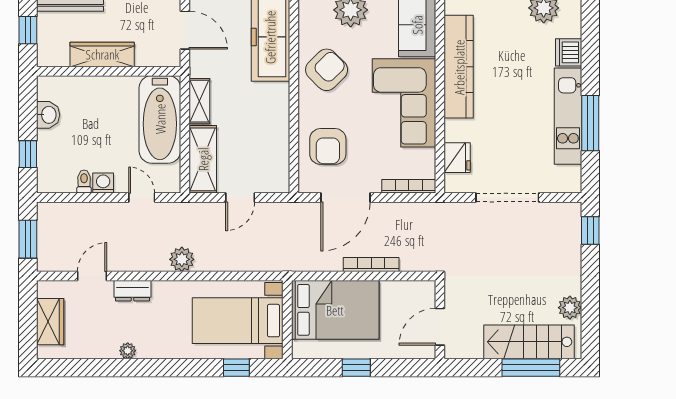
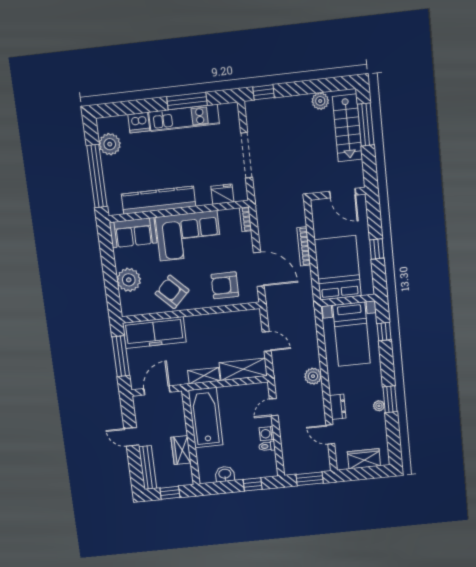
wardrobe: (102, 54) -> (181, 450), width x0.67
bathtub: (160, 119) -> (205, 418), moved, turned -90
armchair: (328, 146) -> (225, 285), turned 180
bookcase: (409, 186) -> (246, 219), width x0.64
window: (136, 368) -> (390, 399), added

